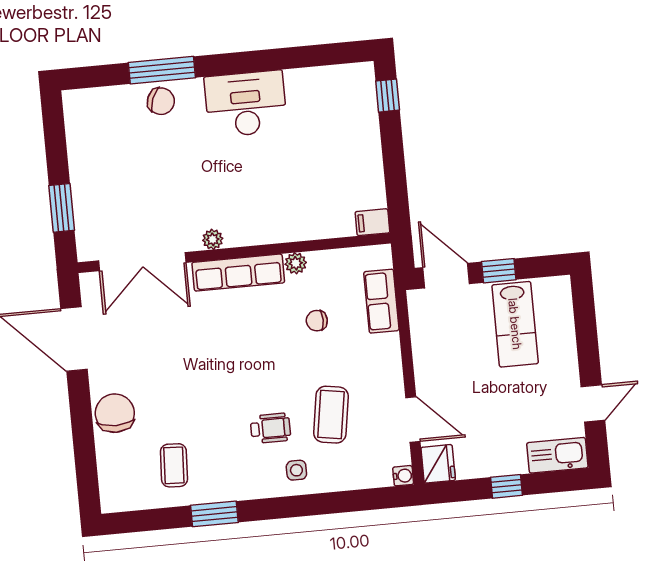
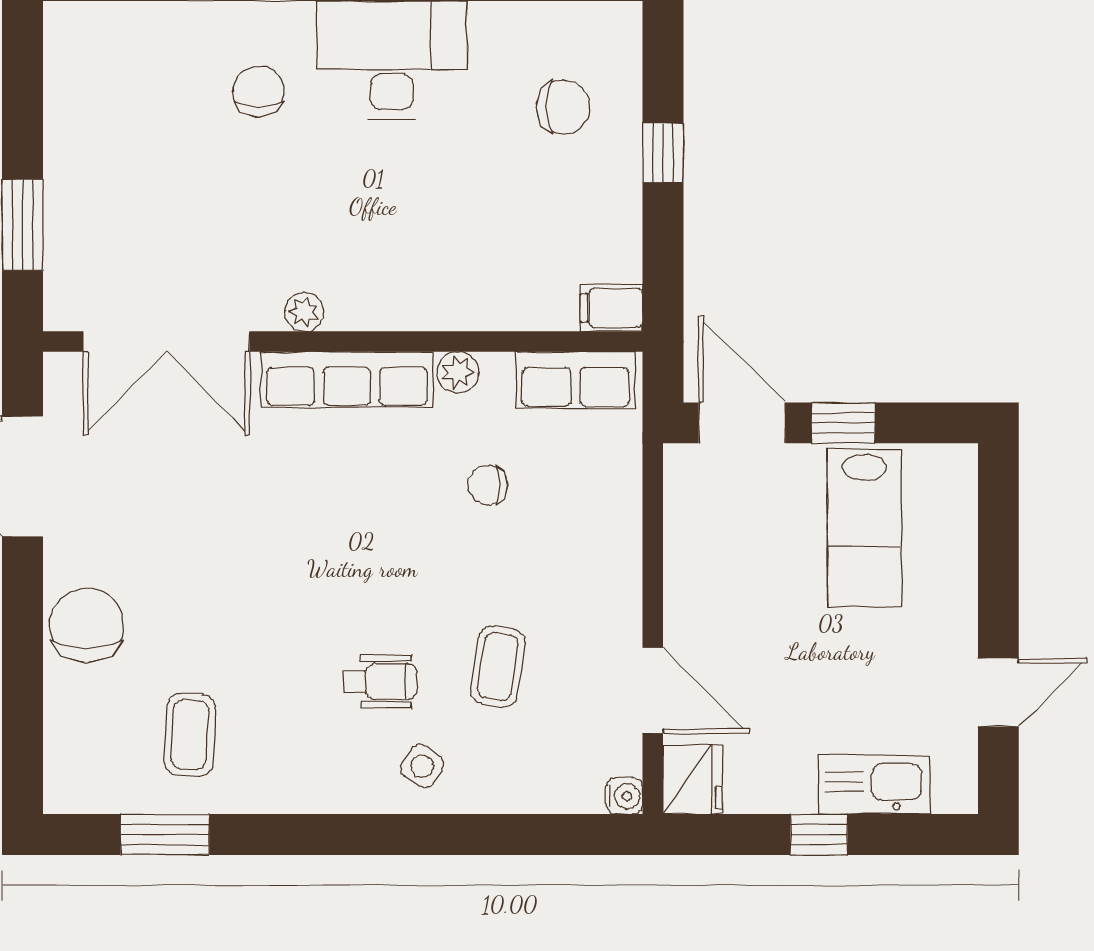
window: (388, 96) -> (663, 153), moved
chair: (161, 101) -> (259, 91), moved, turned -112
chair: (337, 120) -> (563, 107), added
row of seats: (381, 301) -> (575, 380), moved, turned -90
coffee table: (331, 415) -> (498, 667), width x0.73, depth x0.77
kitchen sink: (557, 455) -> (874, 785), moved
side table: (296, 470) -> (422, 766), turned 35
window: (214, 514) -> (165, 835), moved

